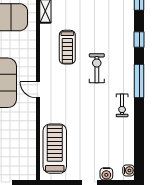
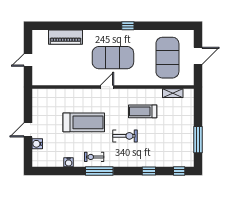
window: (139, 81) -> (99, 171), moved
treadmill: (55, 149) -> (84, 122), moved
water cooler: (128, 170) -> (69, 162), moved

